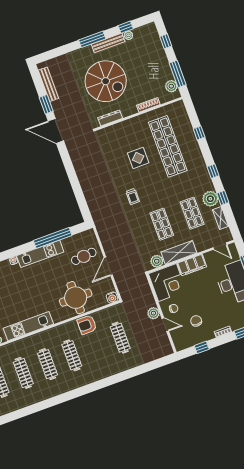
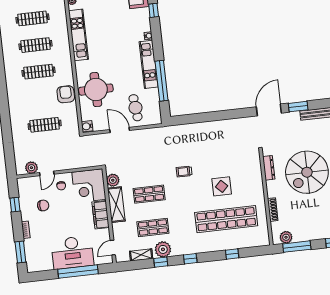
plant: (153, 313) -> (31, 168), moved

